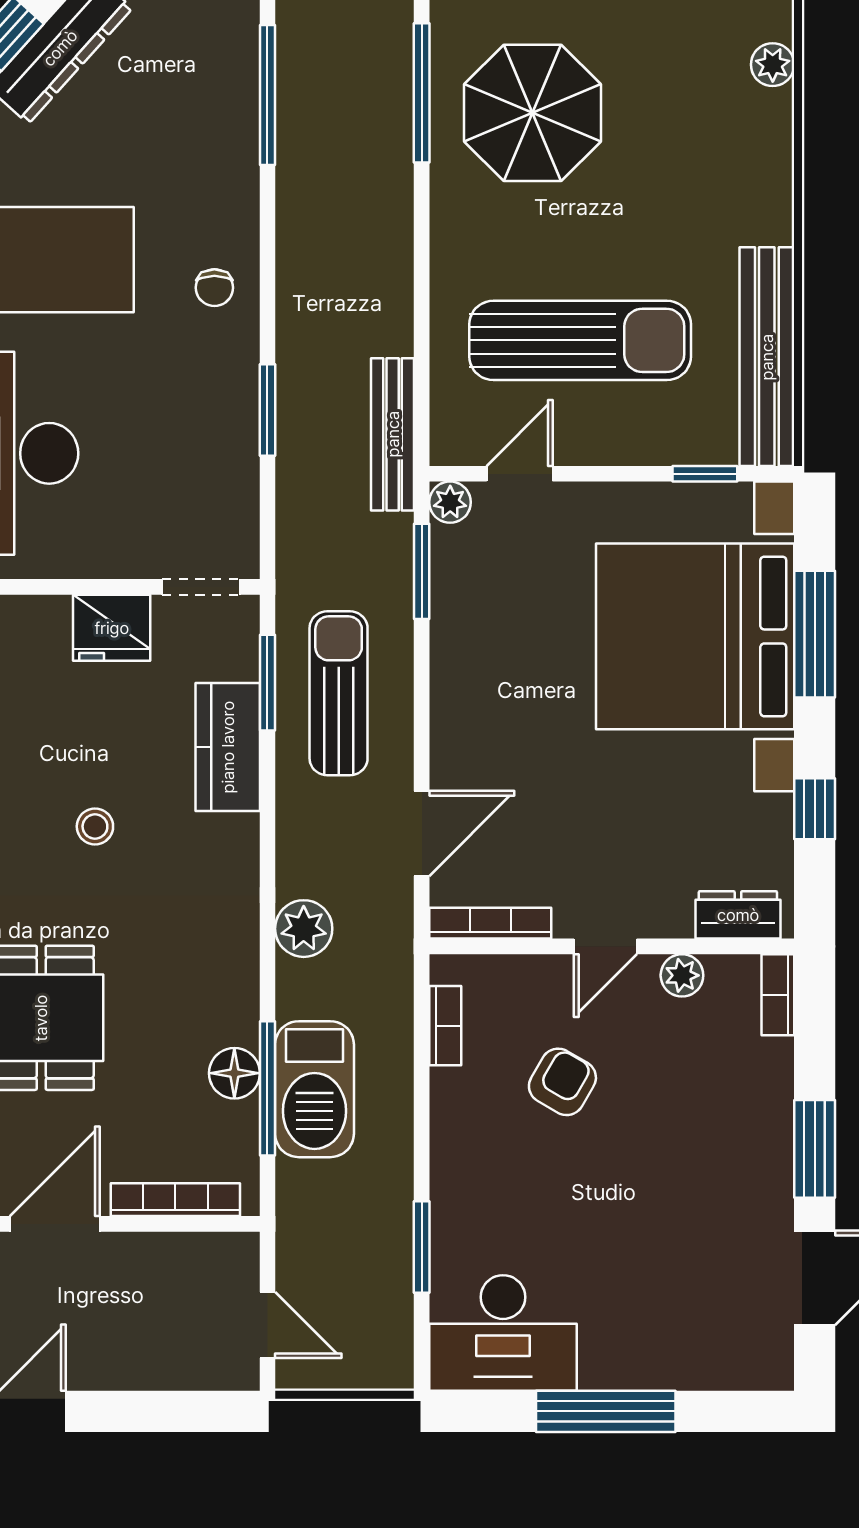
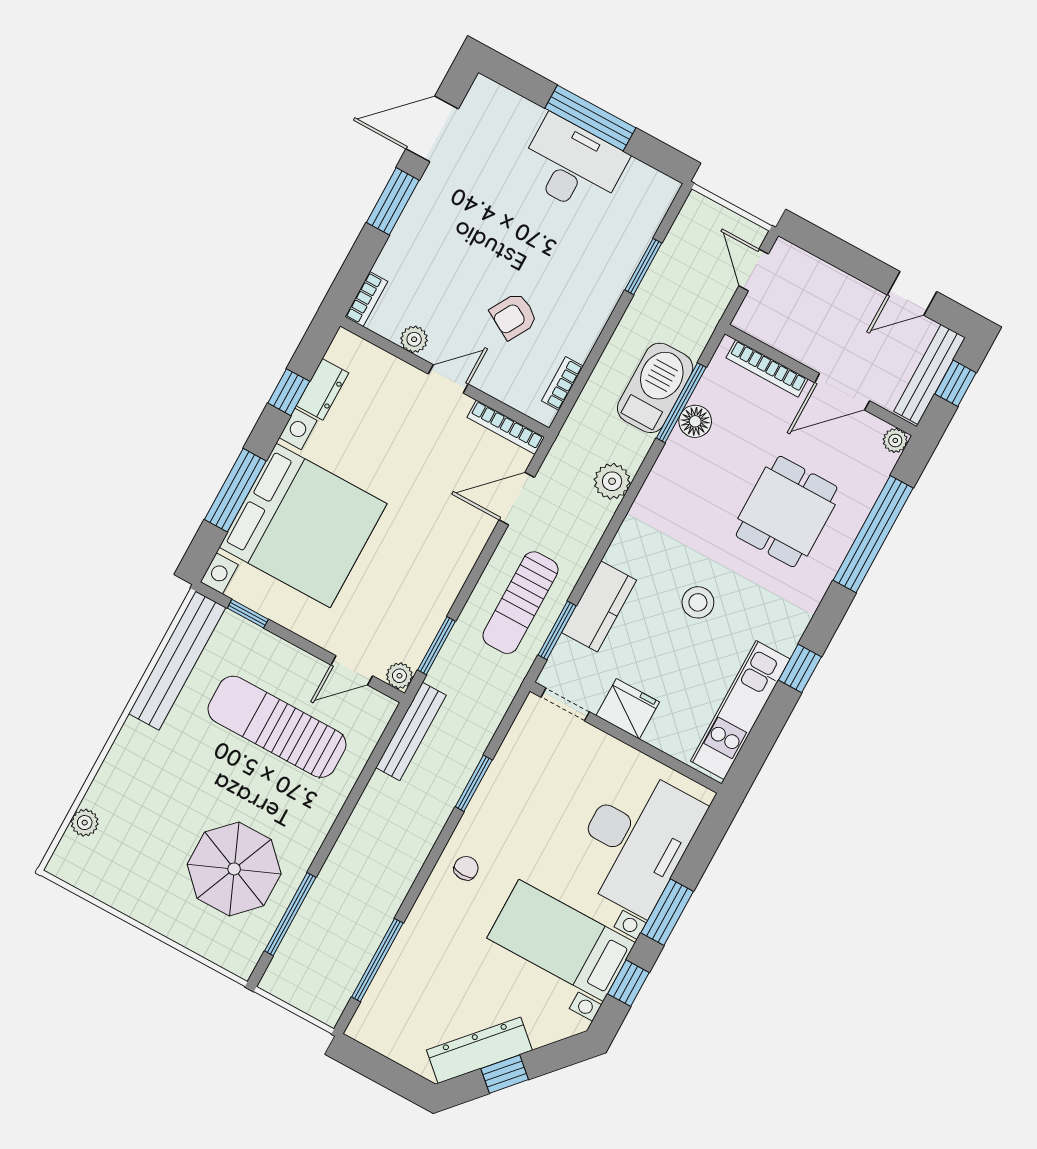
stool: (95, 826) -> (698, 602), width x1.37, depth x1.37
dresser: (738, 915) -> (323, 389), moved, turned -90
desk: (503, 1333) -> (573, 165), moved

